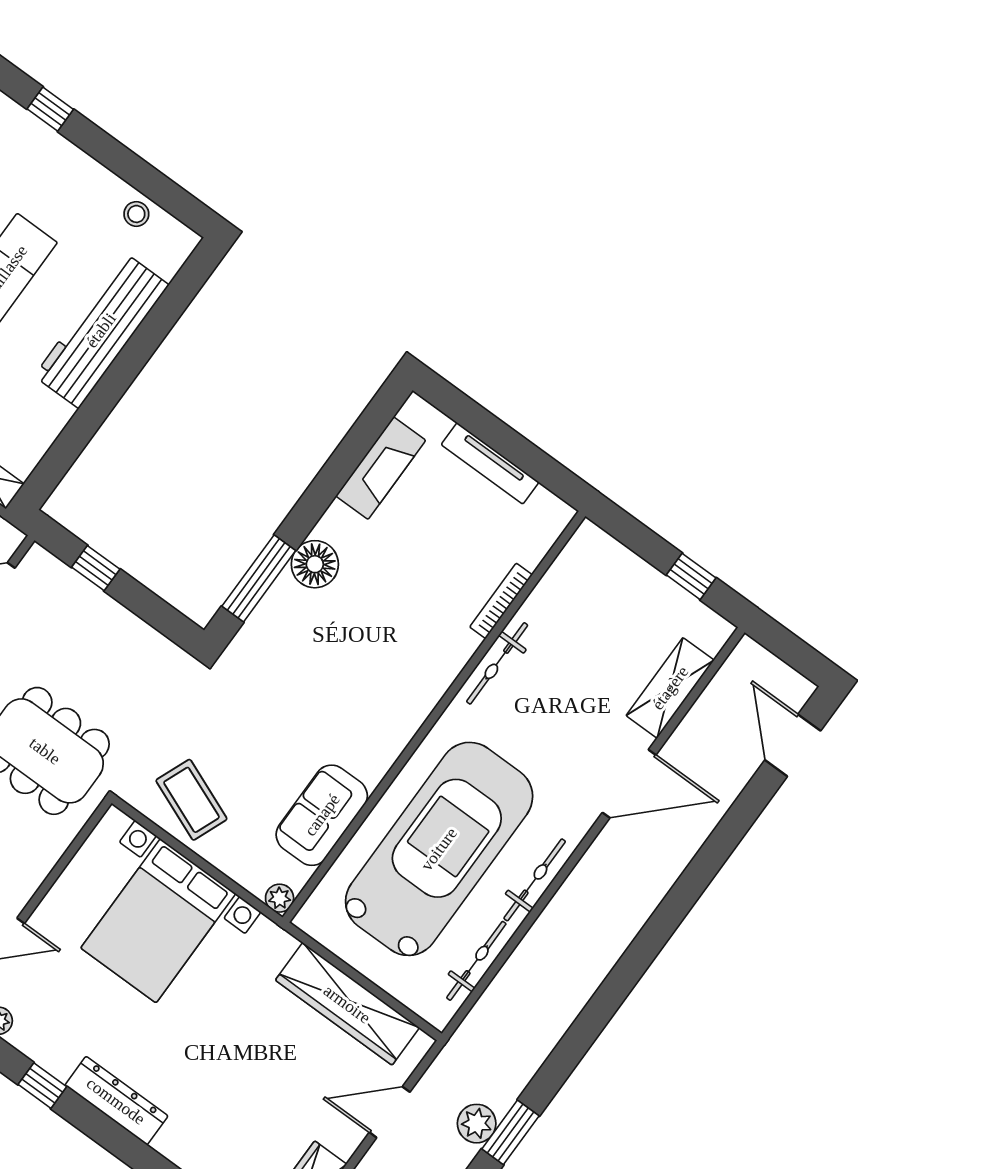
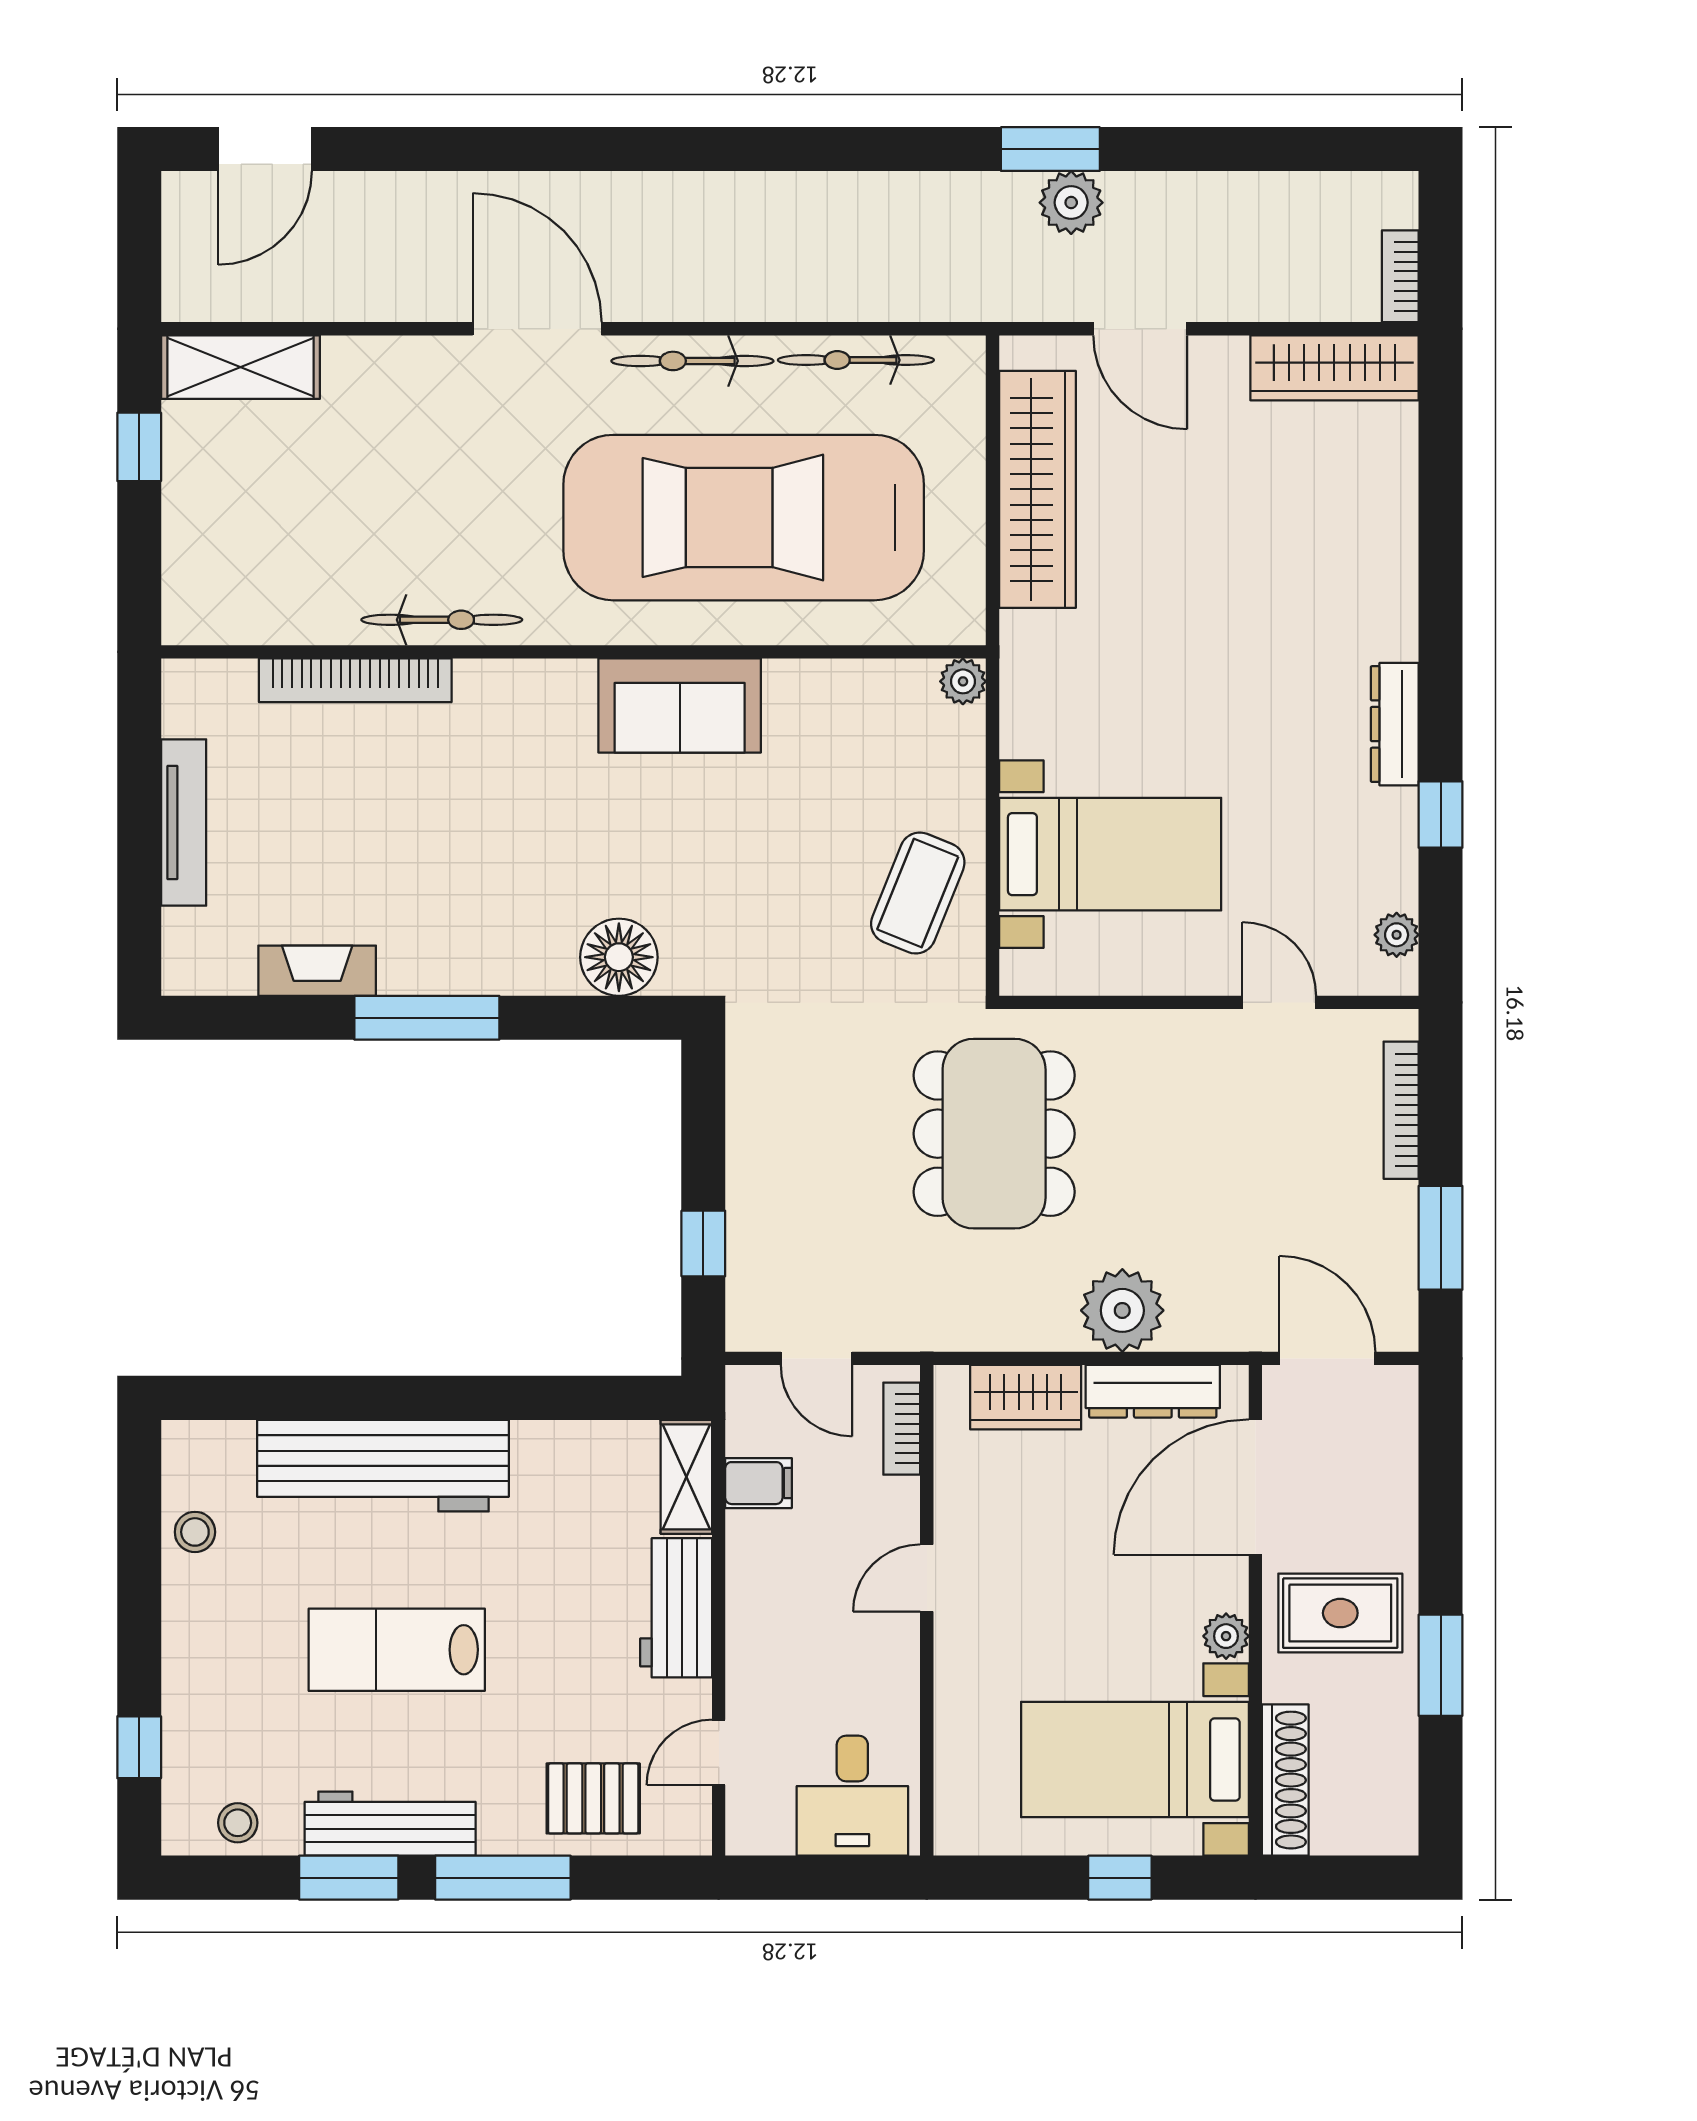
fireplace: (381, 468) -> (317, 971), width x0.73, depth x0.76
floor lamp: (315, 564) -> (619, 957), moved
window: (259, 578) -> (427, 1018), moved
bookcase: (501, 601) -> (355, 680), width x1.48, depth x1.31
shelving: (670, 688) -> (240, 367), moved
door: (629, 784) -> (537, 329), moved
sofa: (322, 815) -> (680, 705), moved
bed with nightstands: (158, 921) -> (1110, 854), width x0.73
dresser: (116, 1101) -> (1395, 724), width x0.73, depth x0.80

